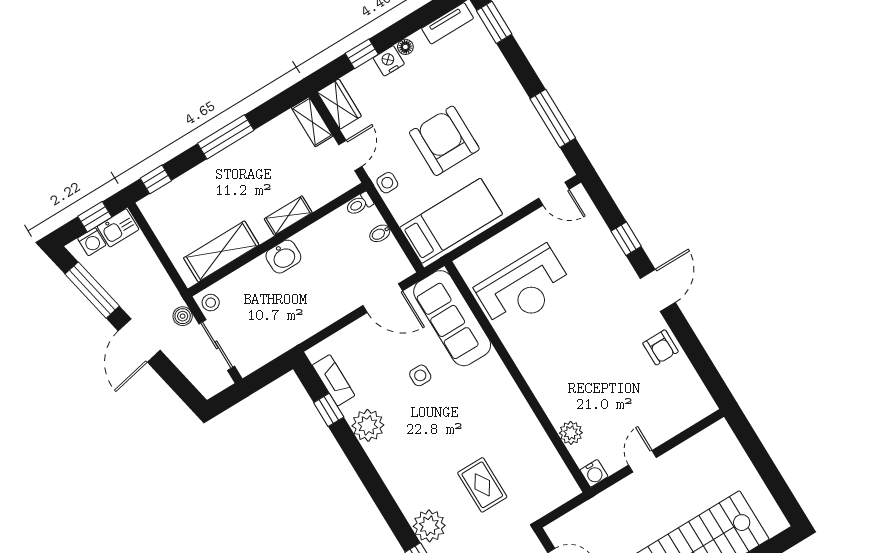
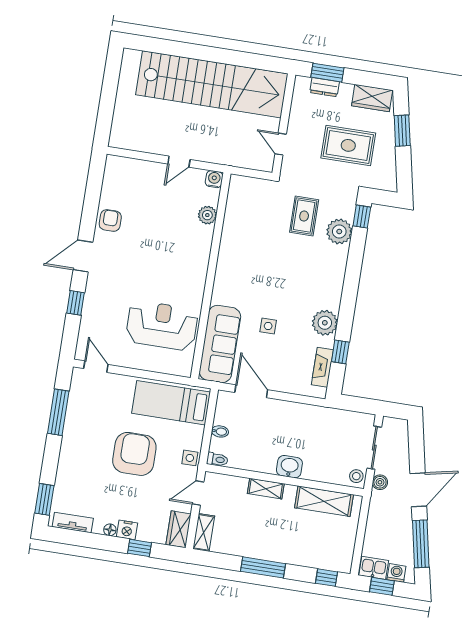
armchair: (444, 141) -> (134, 454), turned 180
rug: (482, 485) -> (304, 216), moved

